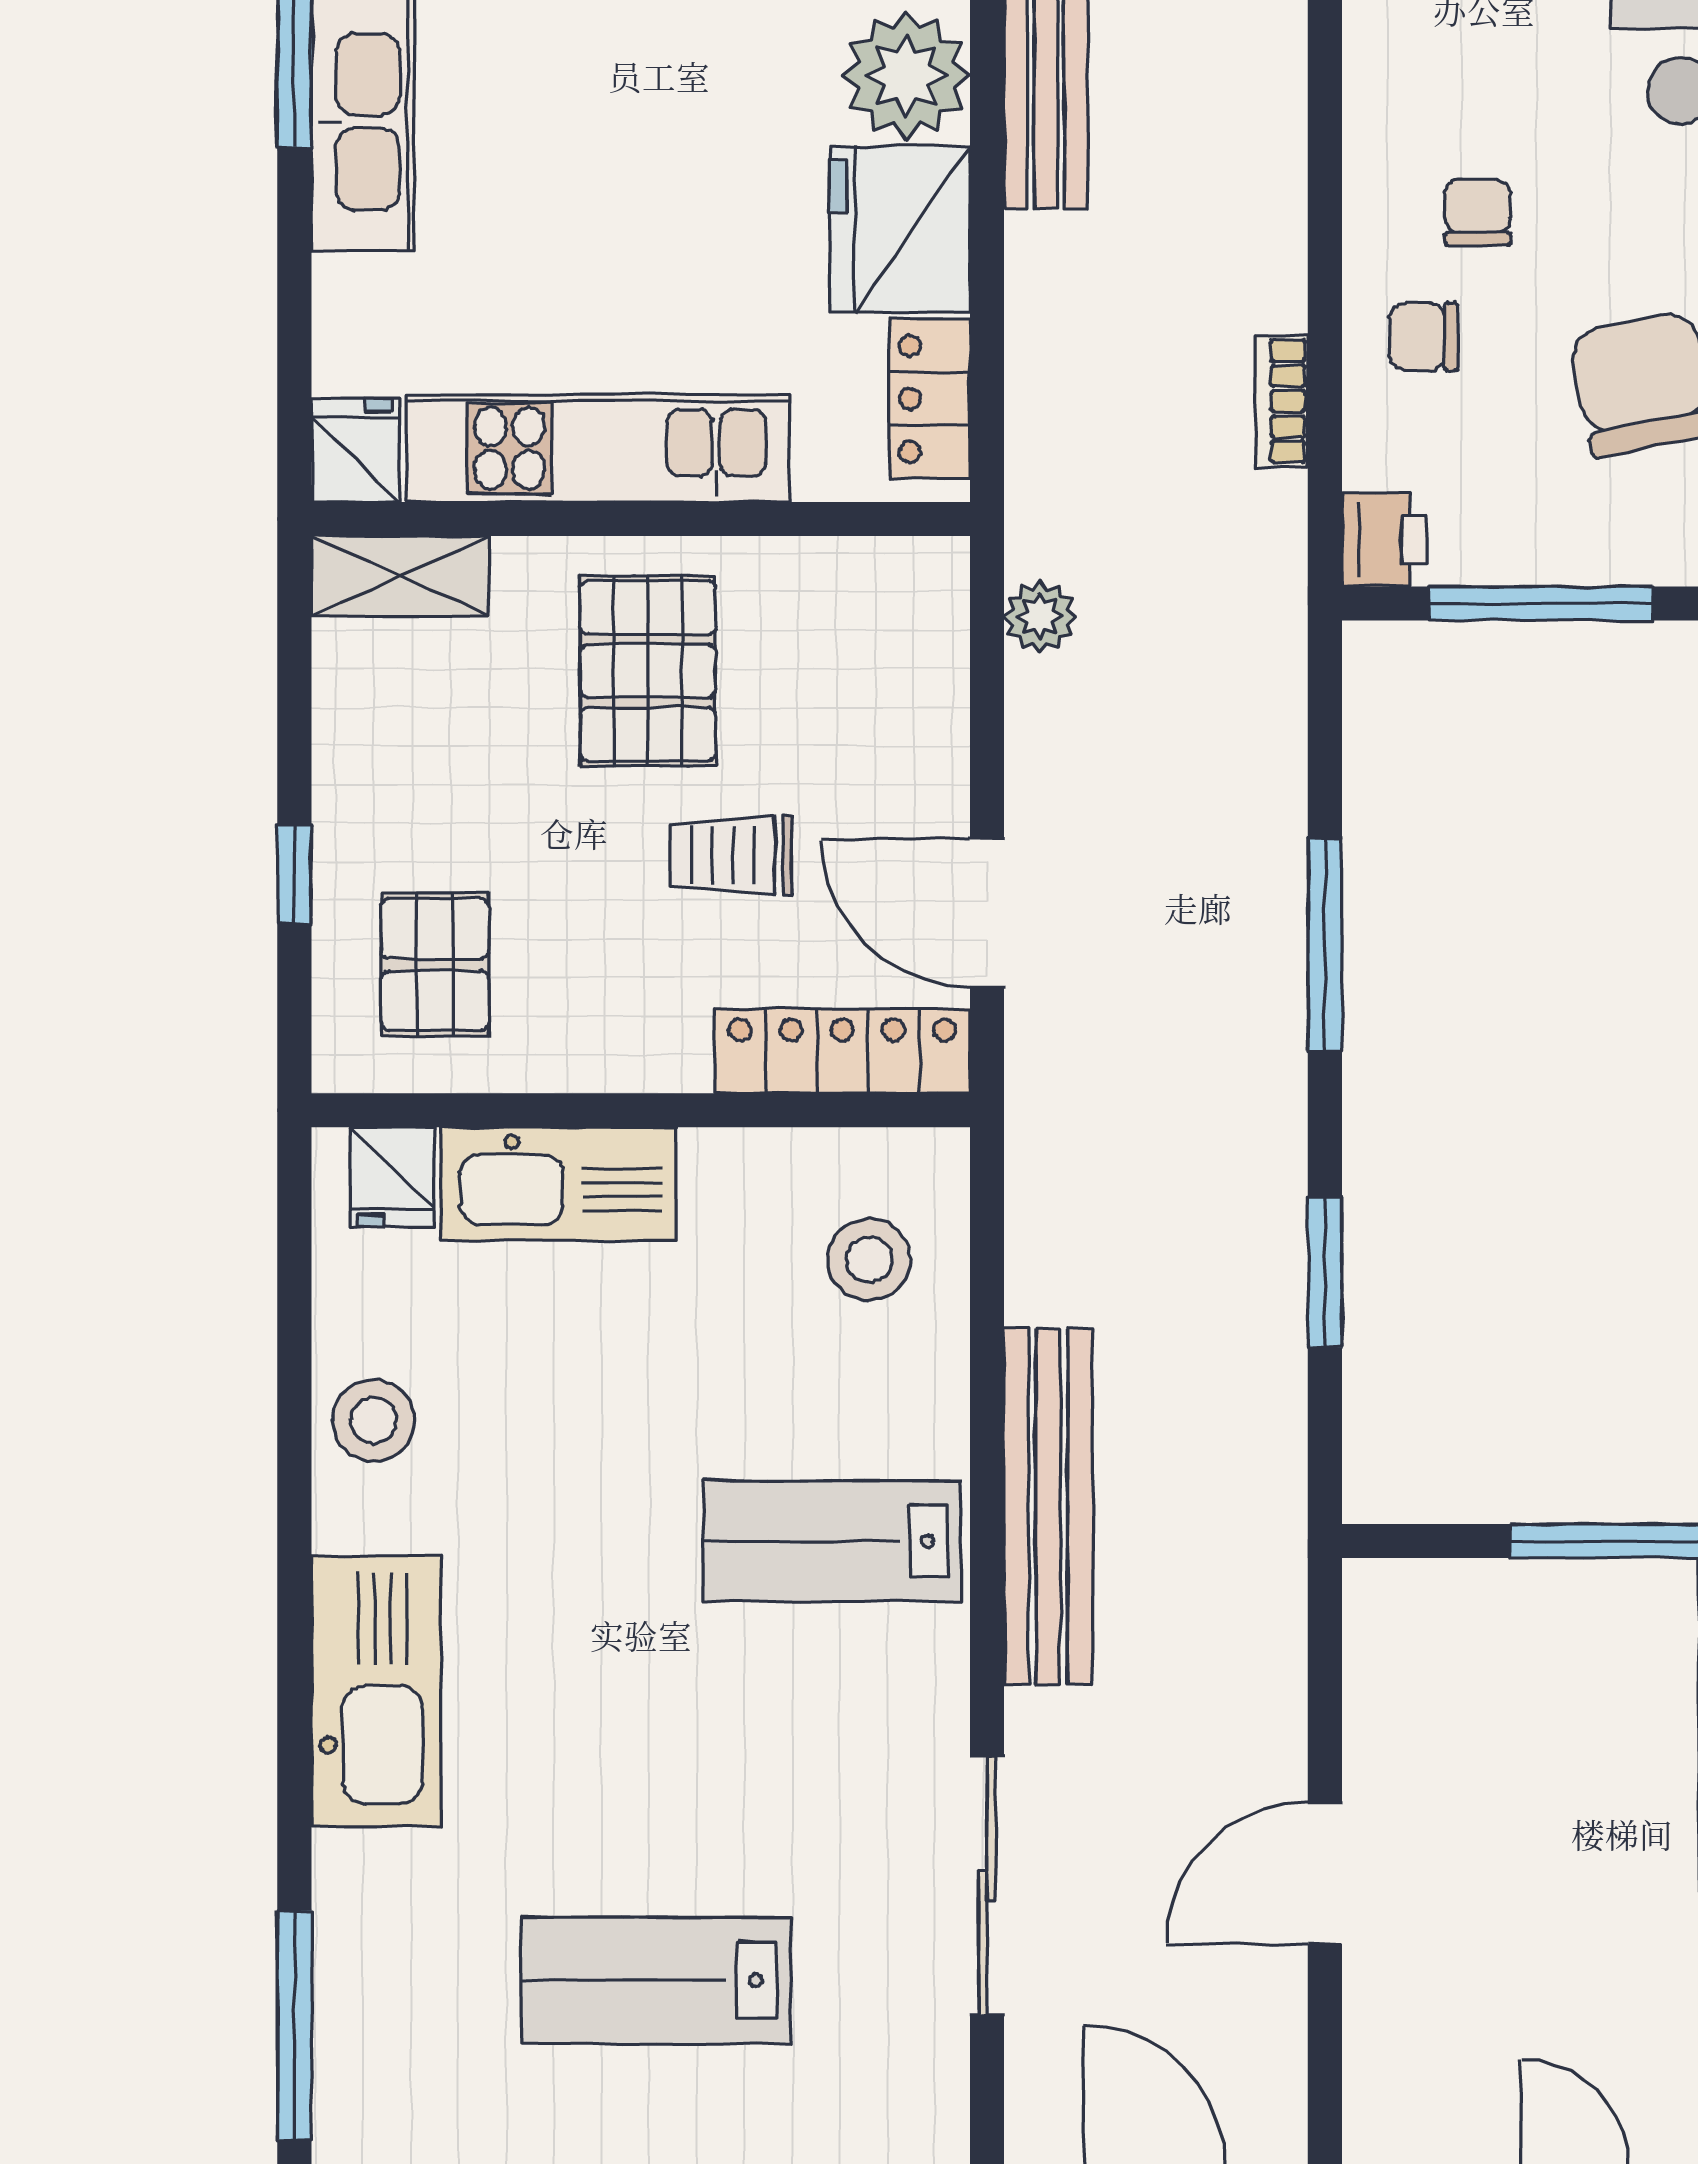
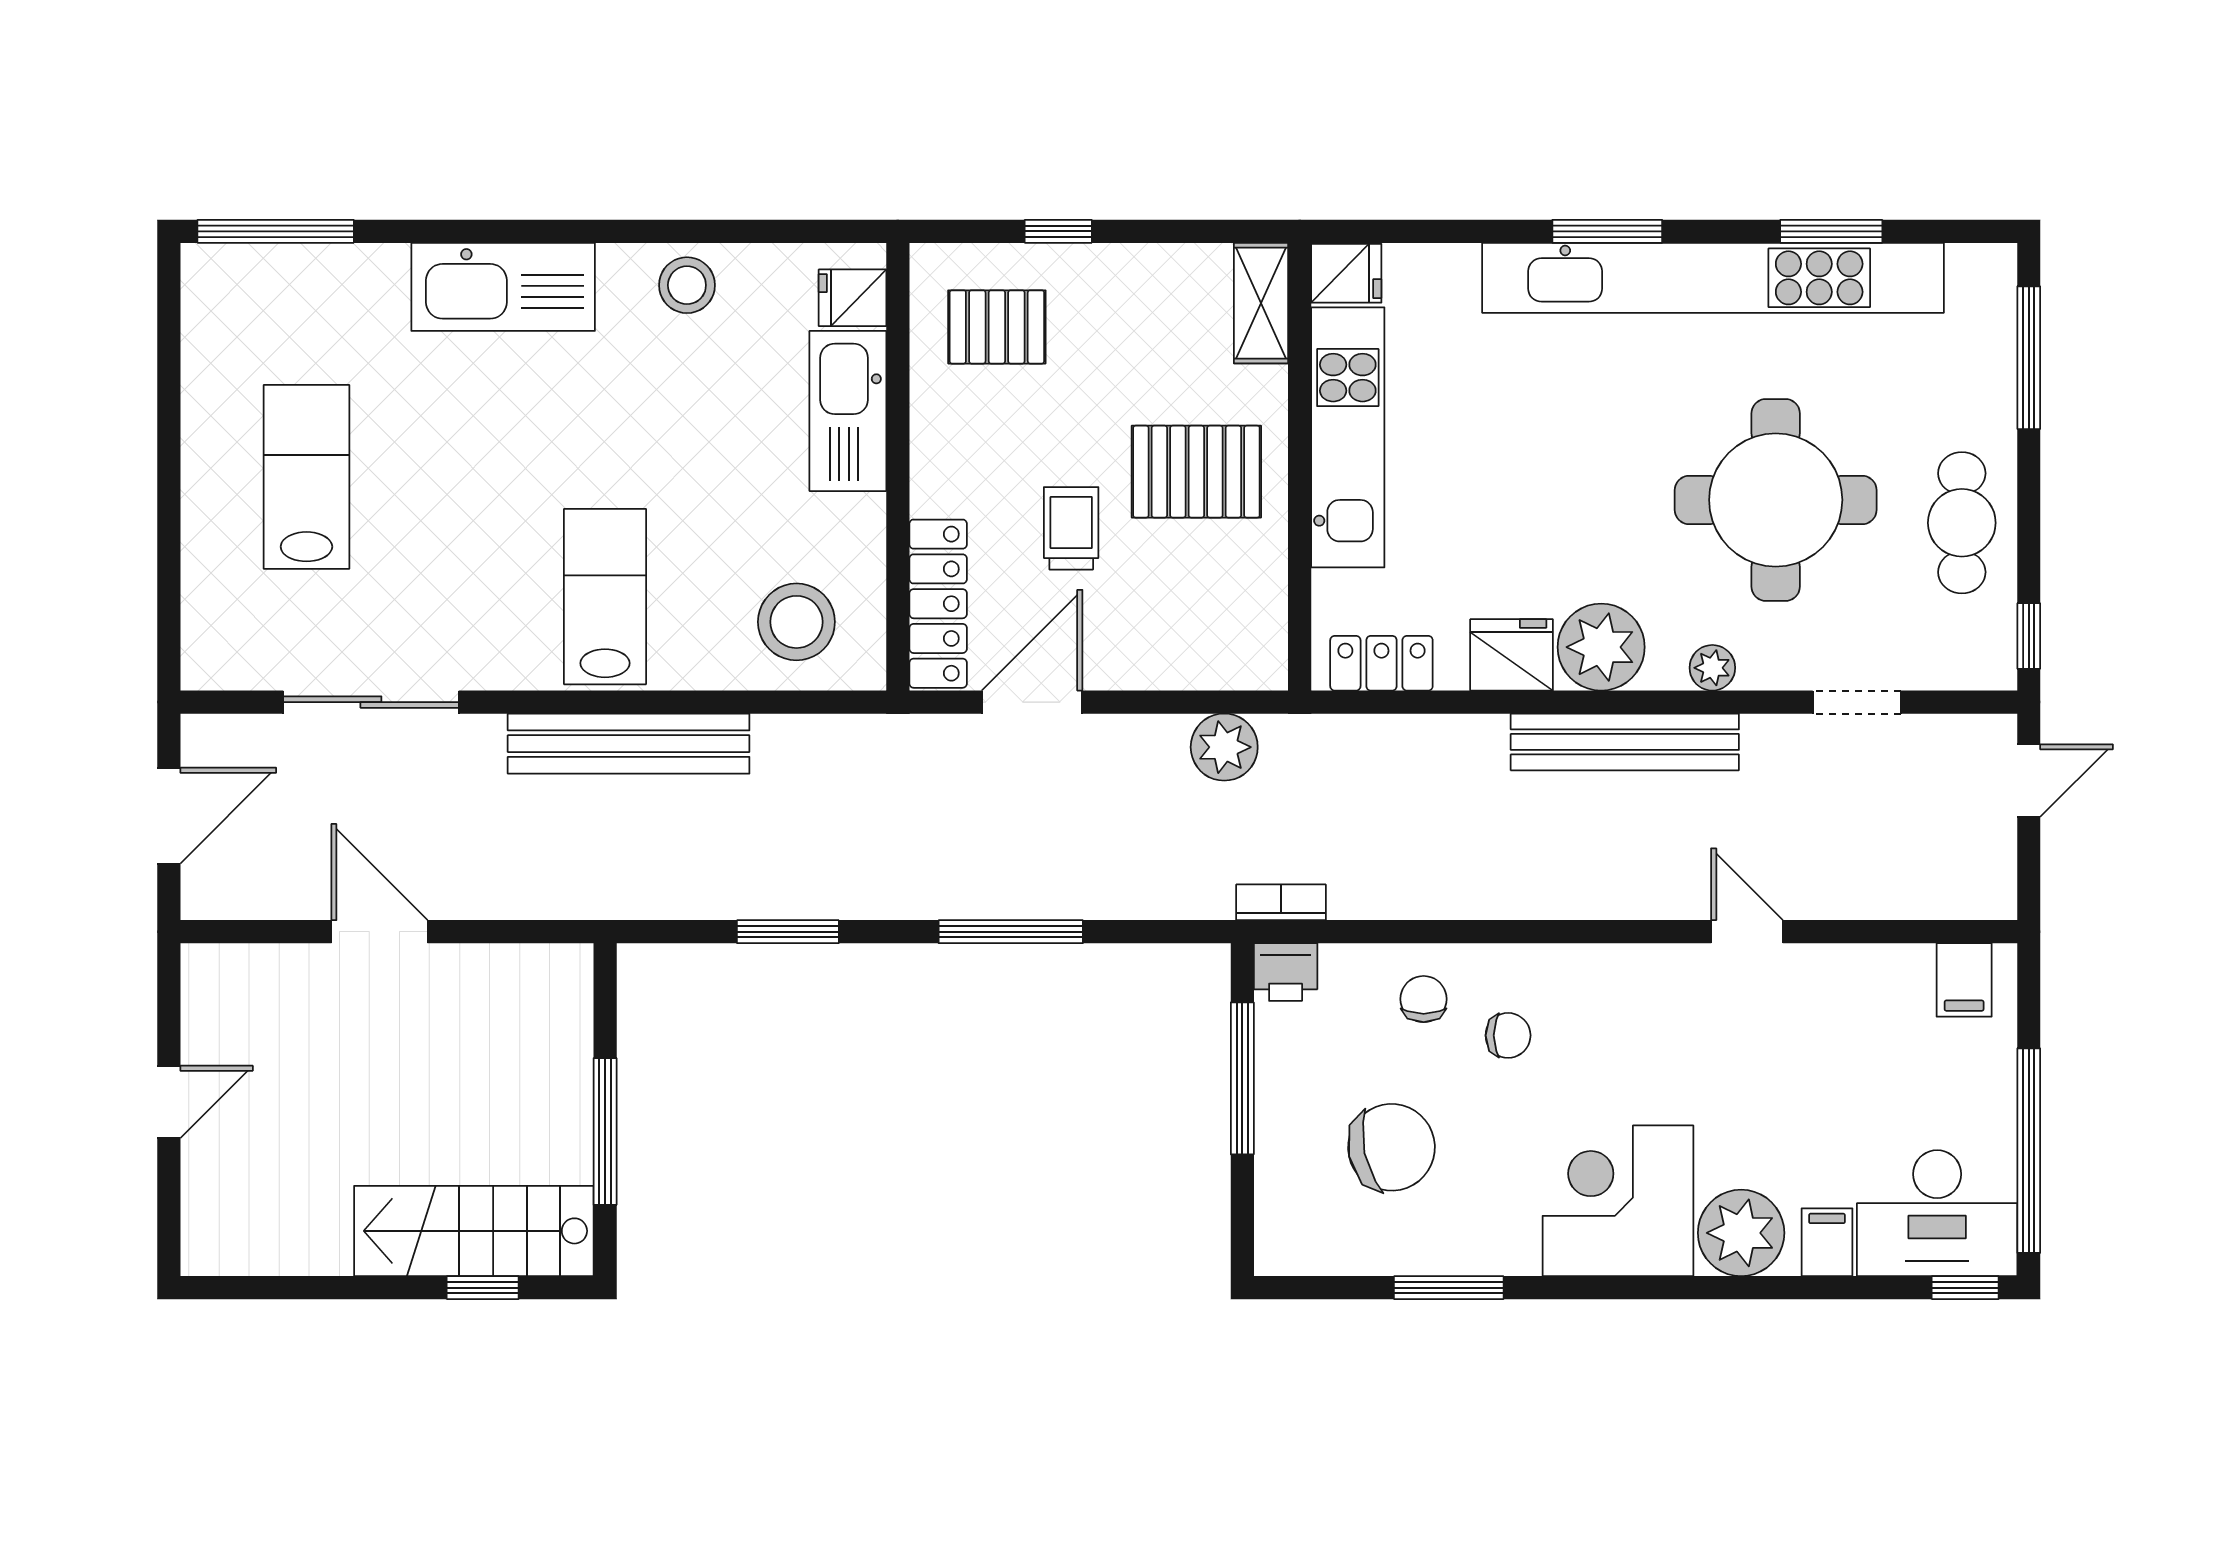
fridge: (900, 229) -> (1512, 655), width x0.73, depth x0.75
bookcase: (1282, 401) -> (1281, 902), moved
plant: (1040, 617) -> (1224, 747), width x1.38, depth x1.38
stool: (869, 1259) -> (796, 622), width x1.38, depth x1.38

